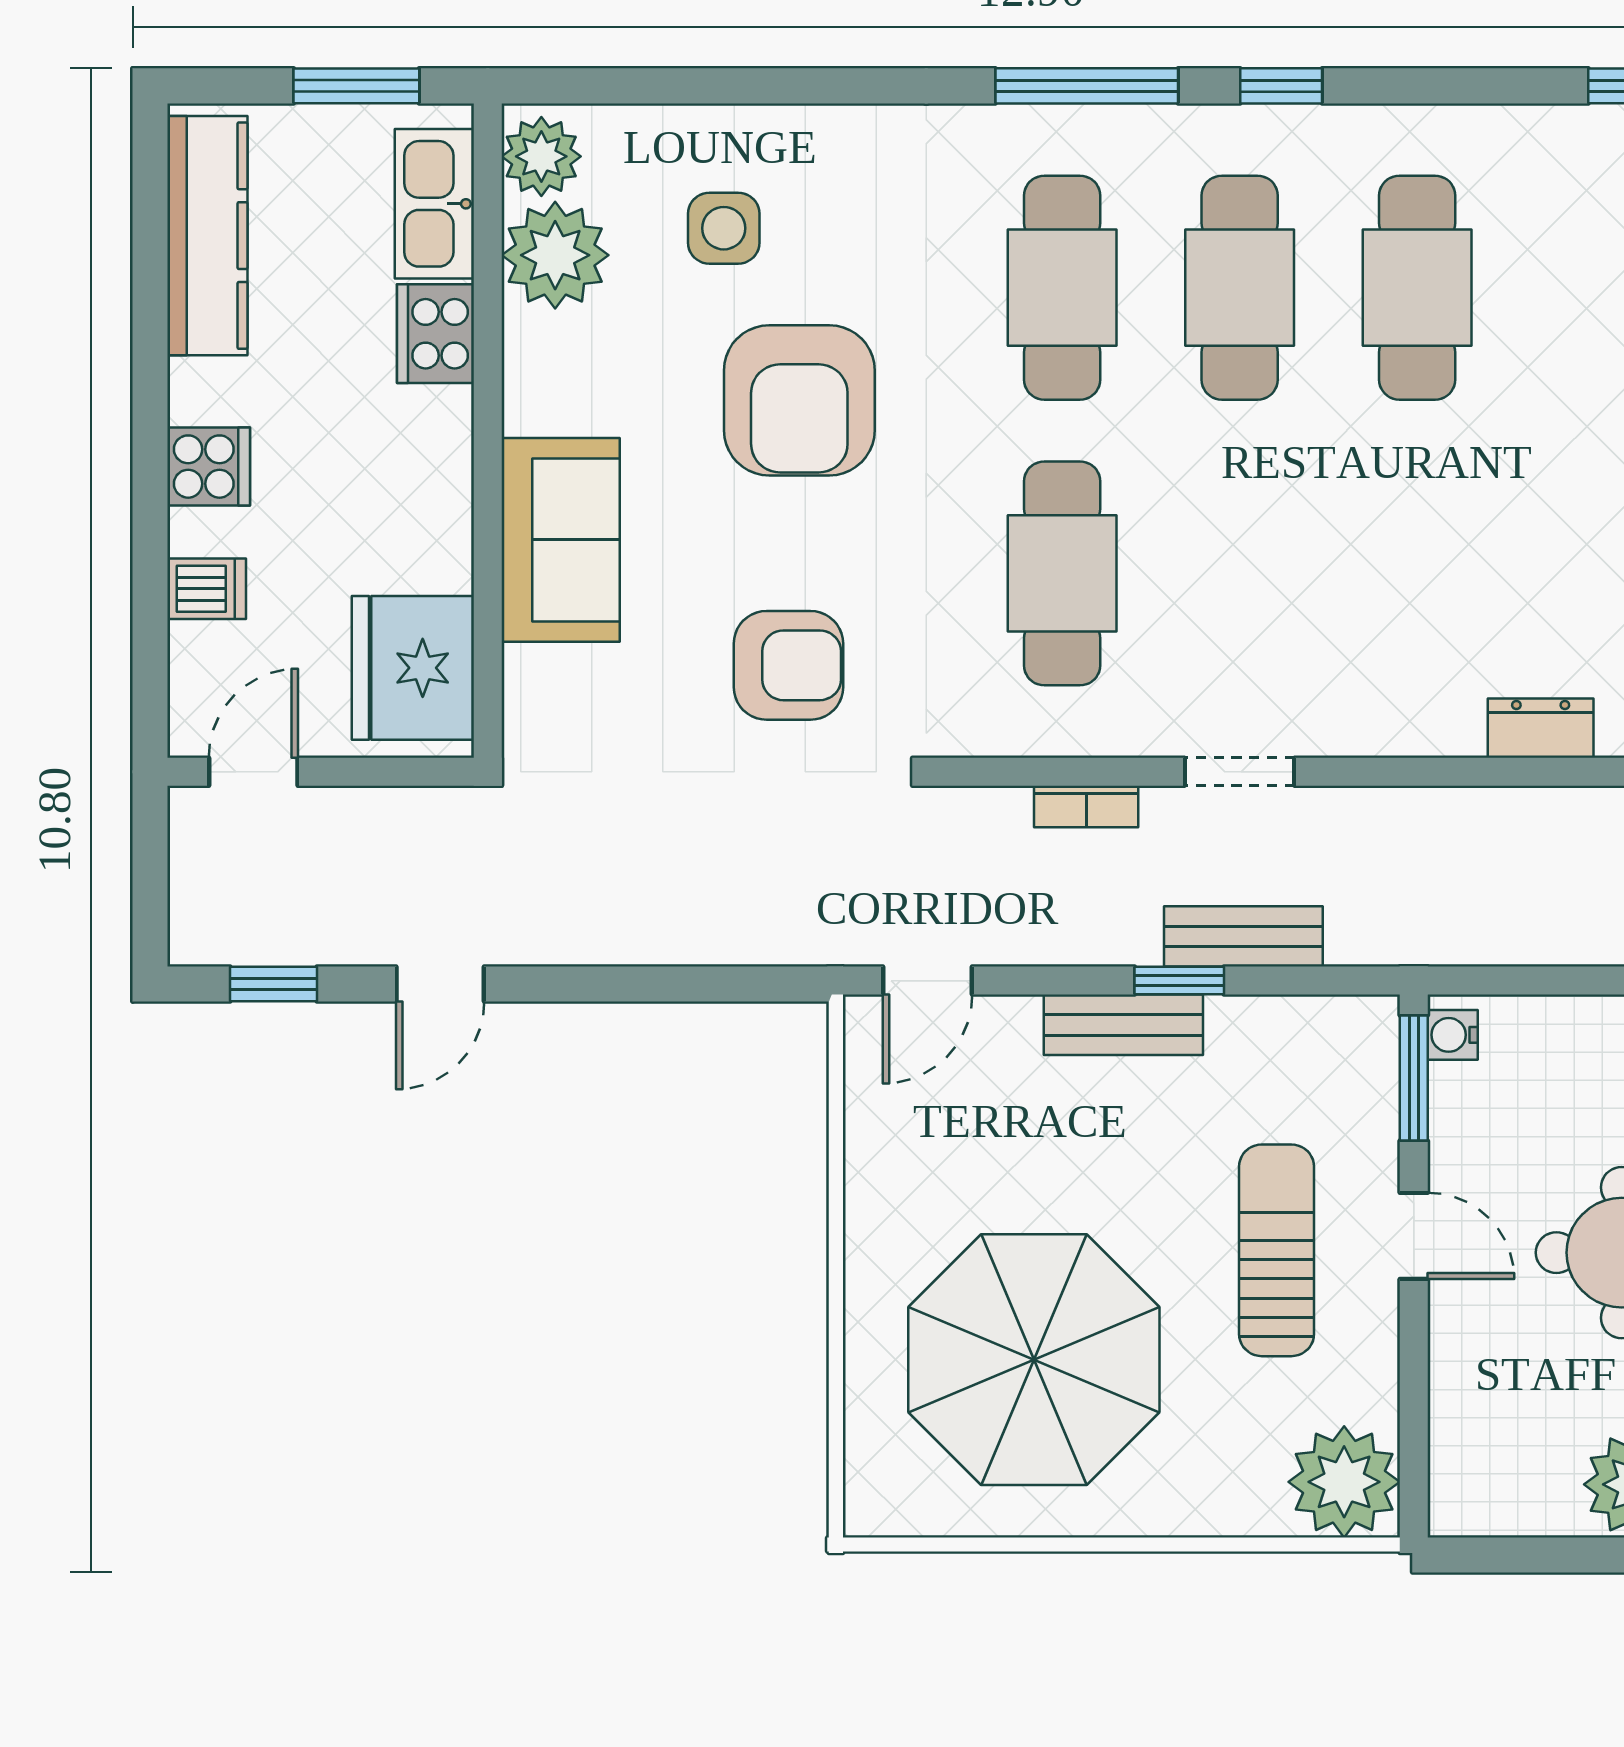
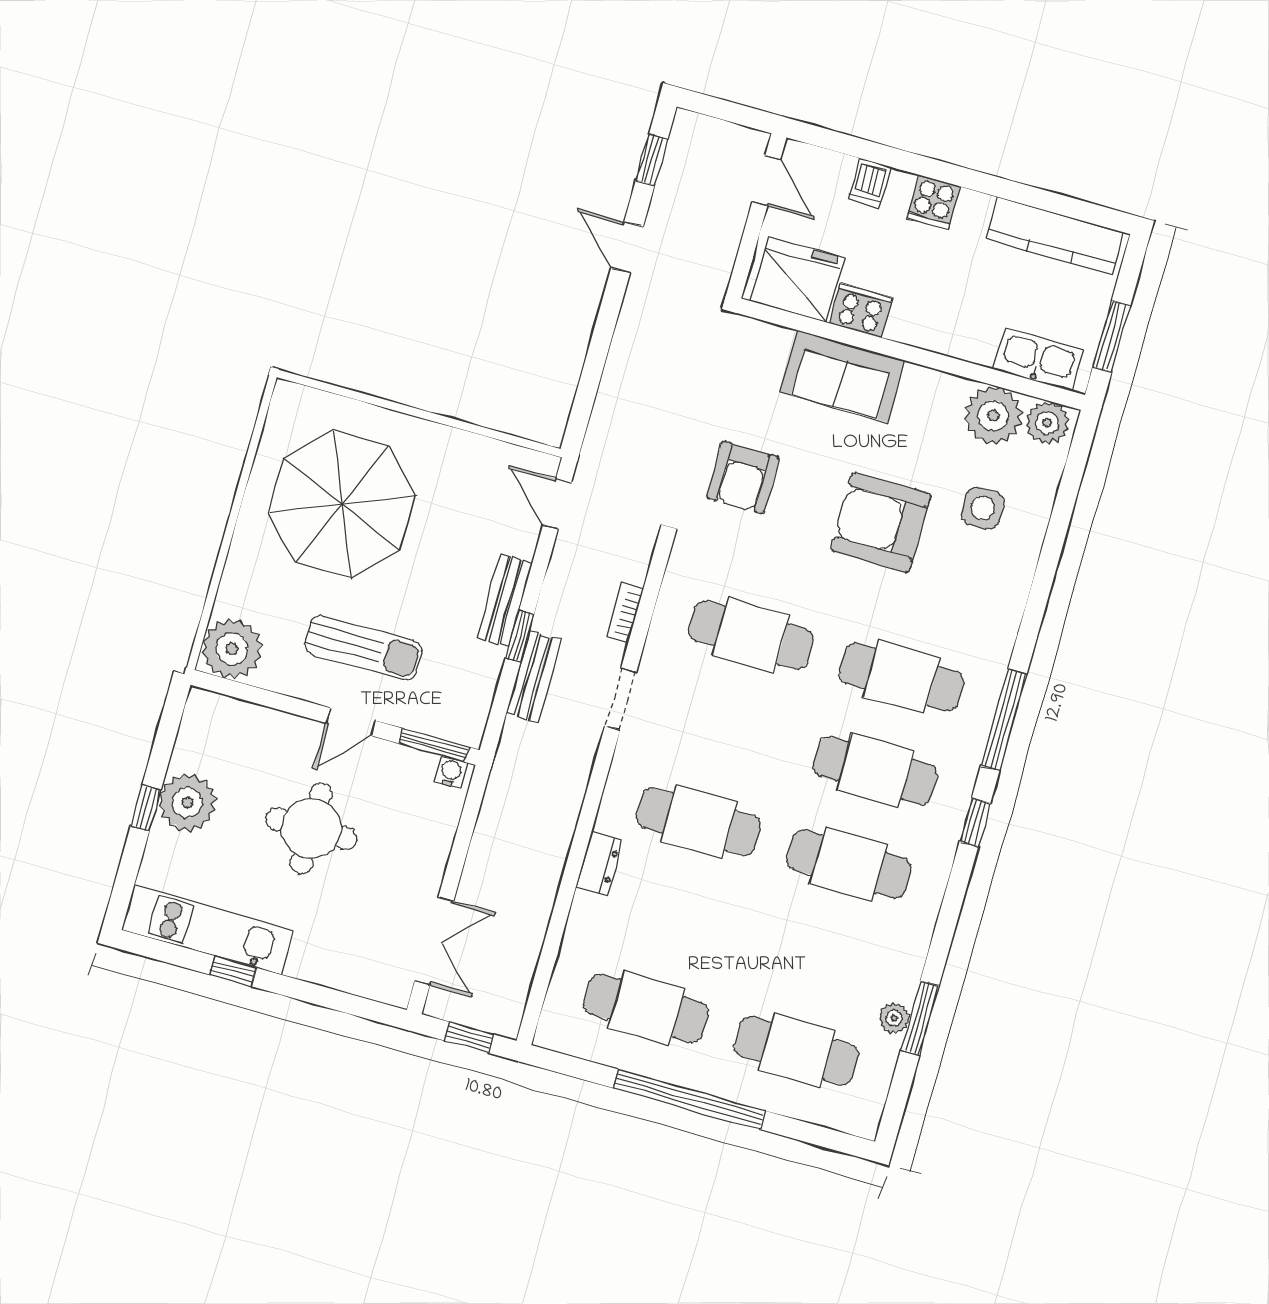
cooker: (436, 334) -> (861, 310), moved
cafe table: (1417, 573) -> (699, 822), added

